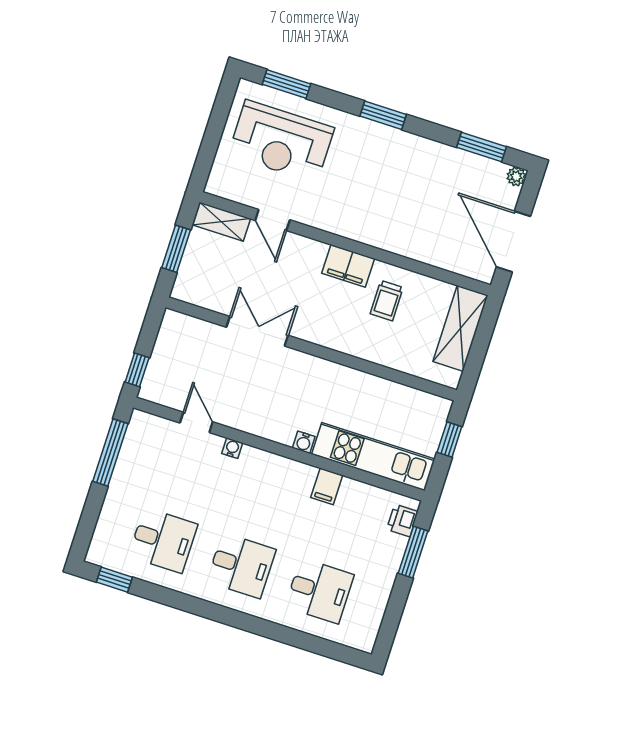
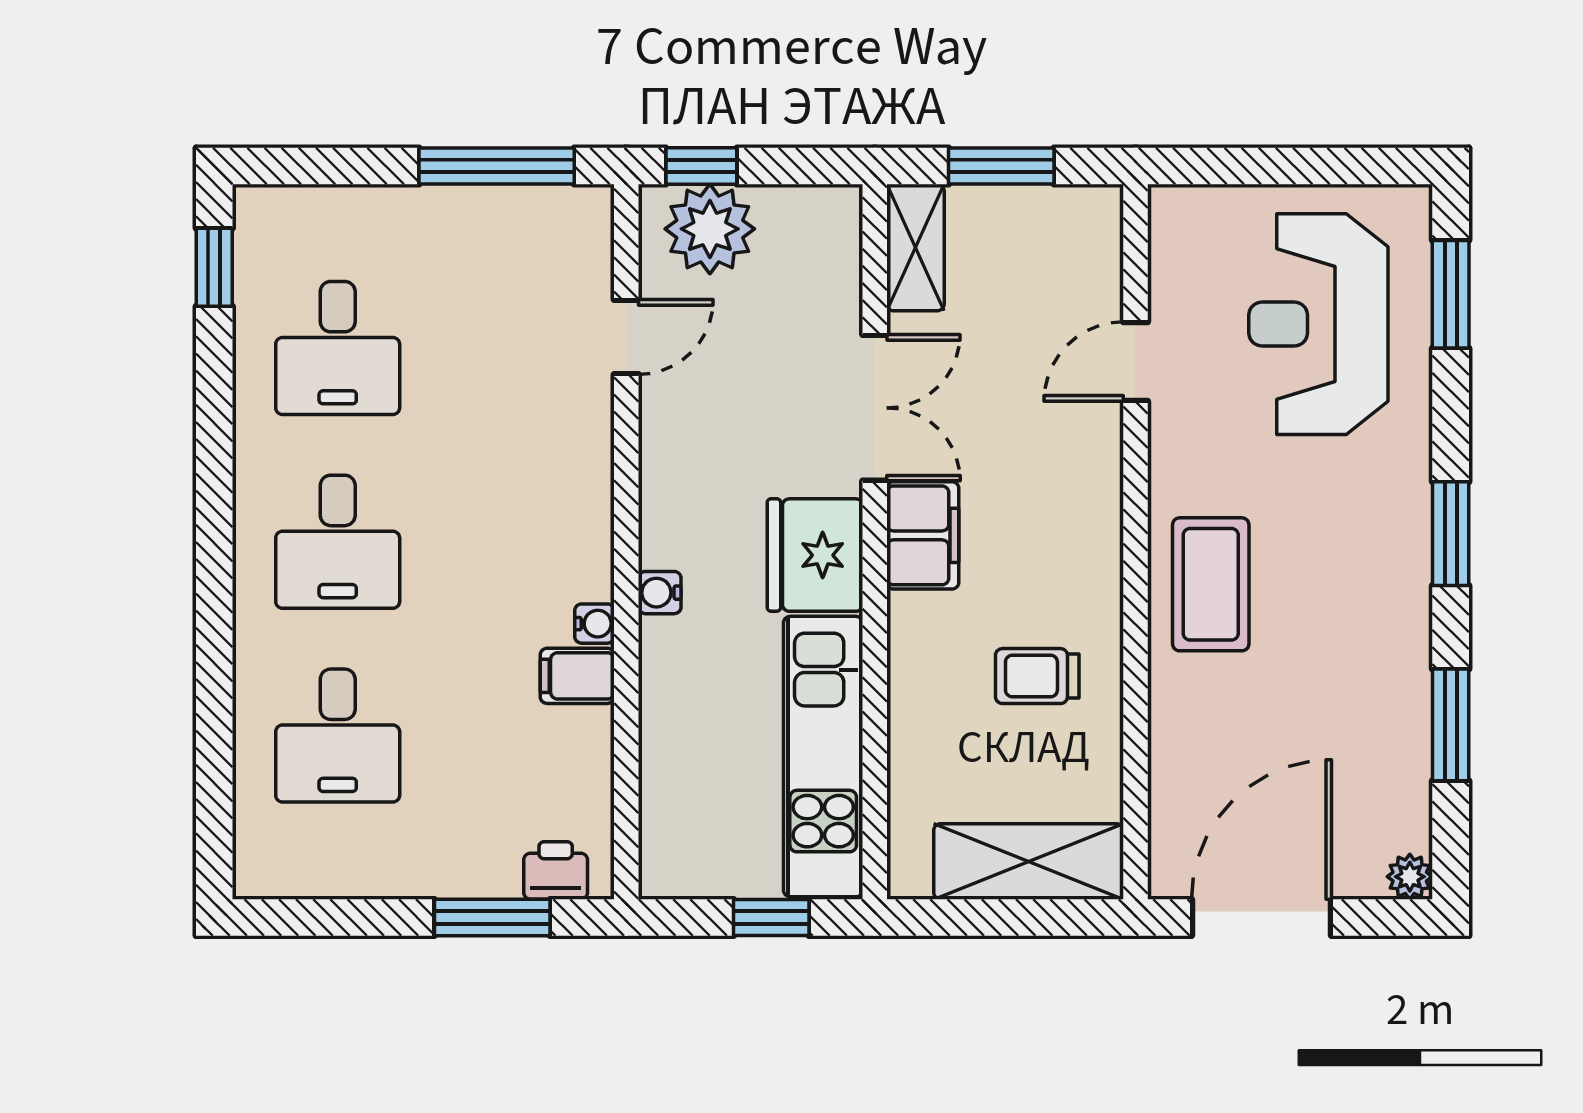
window: (481, 147) -> (1451, 725), moved
coffee table: (372, 219) -> (1211, 584), added
shelving: (221, 222) -> (915, 248), moved
filing cabinet: (348, 266) -> (923, 535), moved, turned 180
plant: (164, 375) -> (710, 229), added
fridge: (309, 375) -> (815, 555), added
water cooler: (232, 448) -> (595, 624), moved
kitchen unit: (373, 457) -> (823, 757), moved, turned 180

